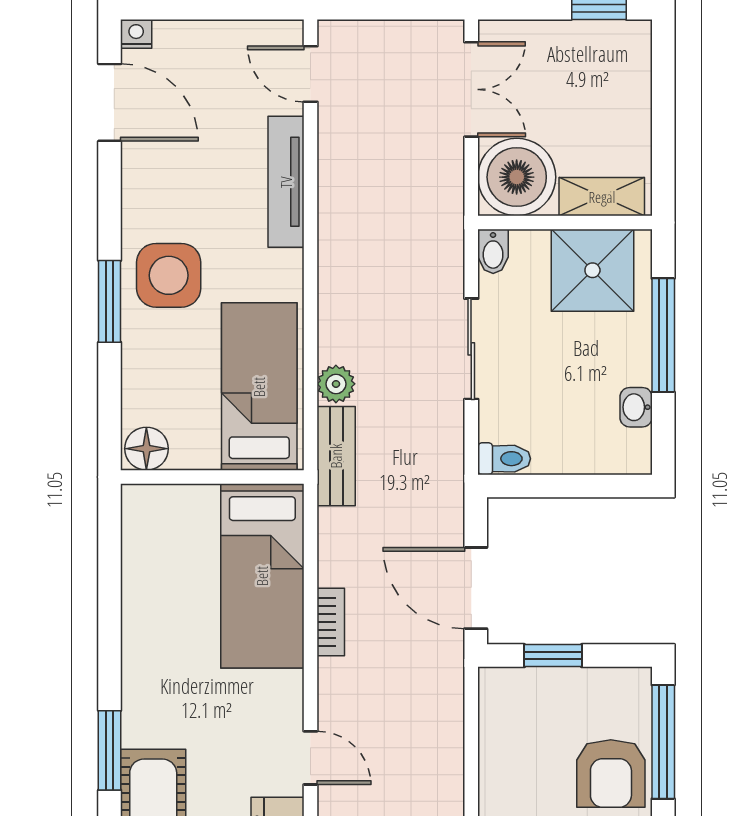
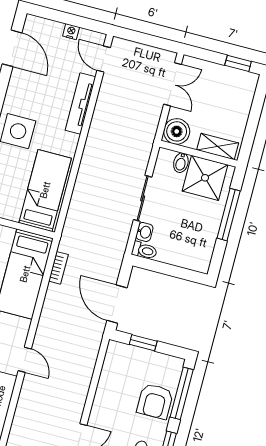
nightstand: (136, 34) -> (71, 32), moved
boiler: (517, 177) -> (177, 131), width x0.73, depth x0.73
bidet: (493, 251) -> (181, 163), moved
plant: (336, 384) -> (79, 198), removed
washbasin: (636, 407) -> (144, 232), moved, turned 180
bench: (336, 456) -> (71, 230), removed
bookcase: (331, 622) -> (58, 268), moved

